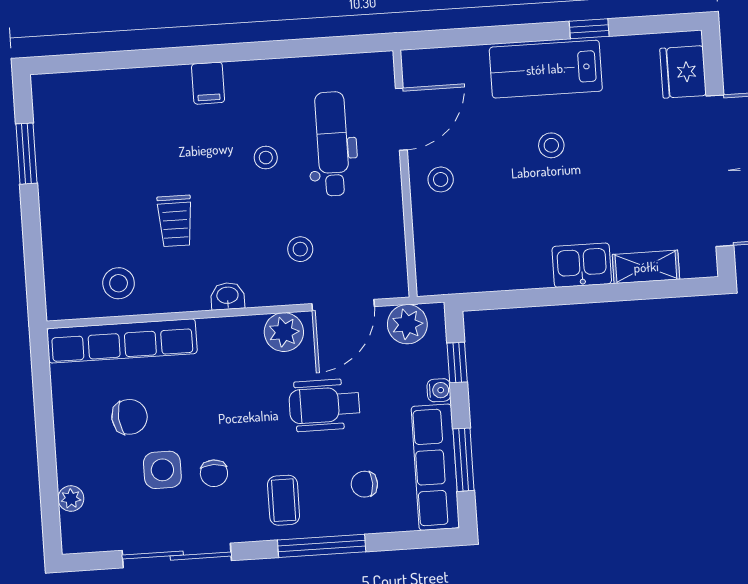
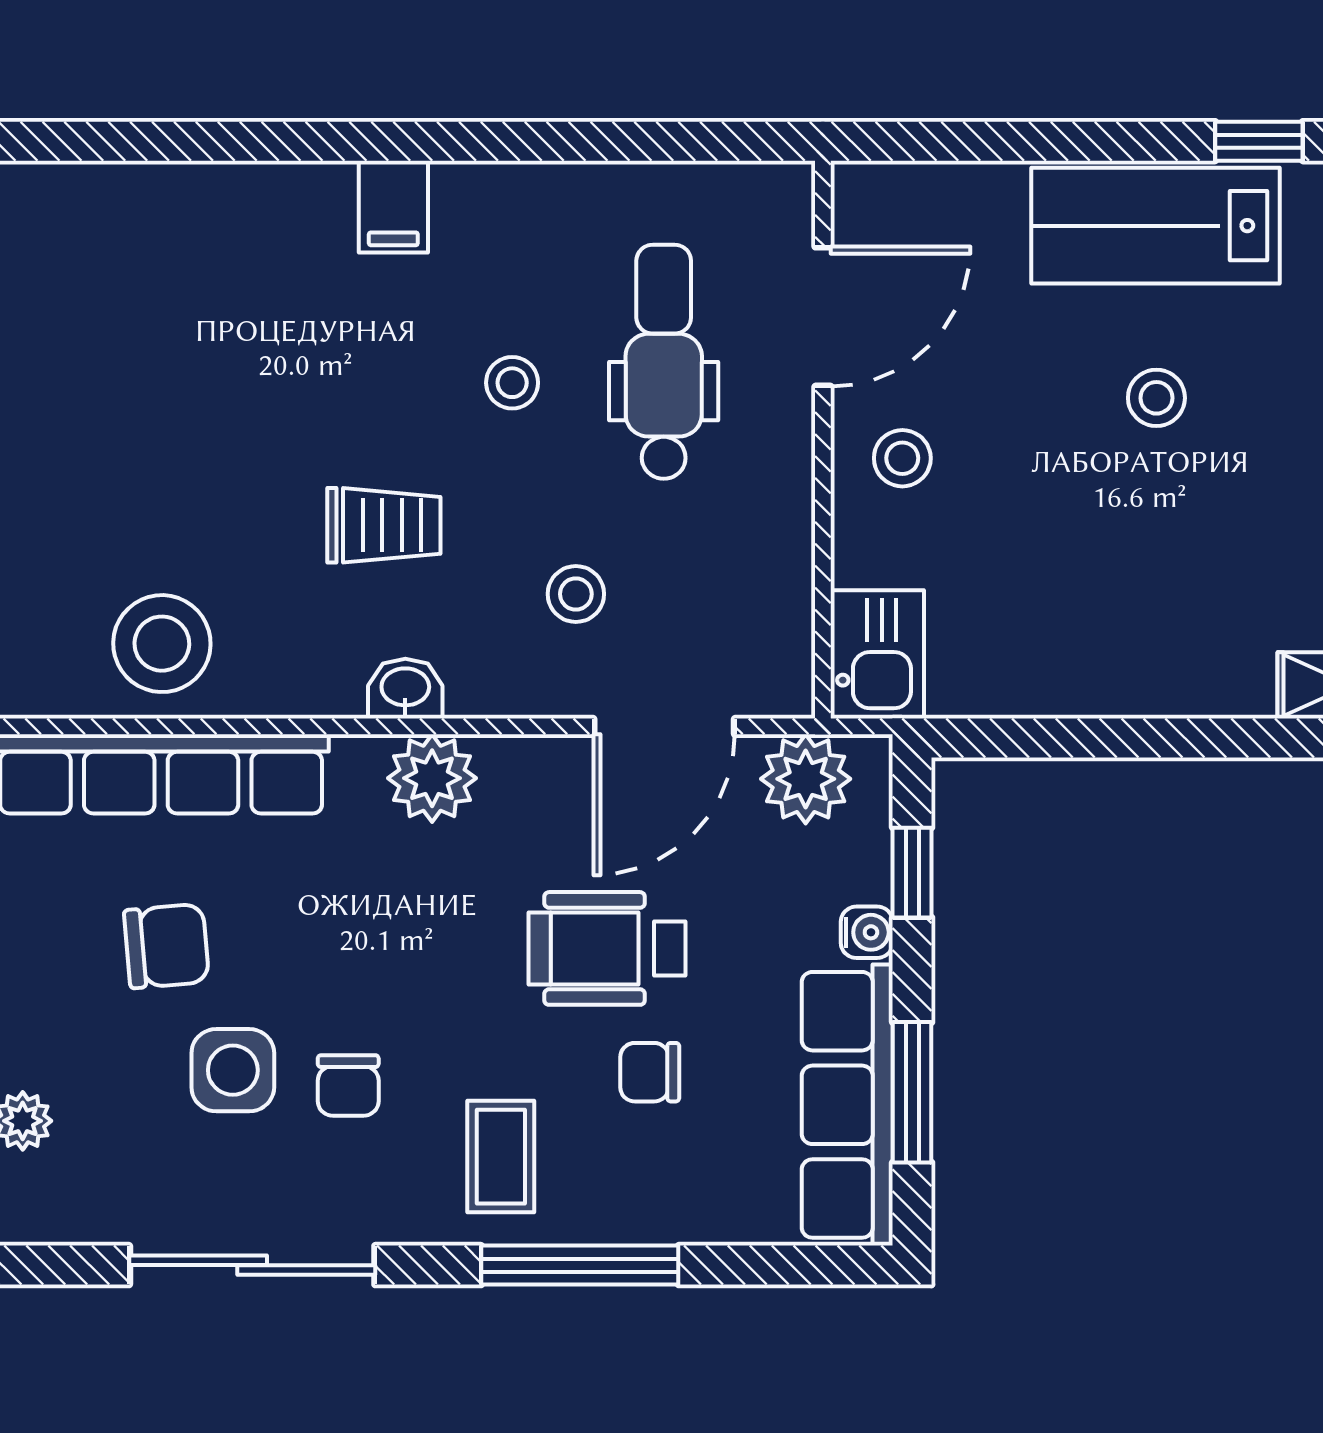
trolley: (175, 221) -> (384, 525), moved, turned -90
kitchen sink: (582, 265) -> (877, 654), moved, turned 90
stool: (119, 283) -> (162, 644), width x1.38, depth x1.38
plant: (284, 332) -> (432, 778), moved
chair: (364, 484) -> (650, 1072), moved

